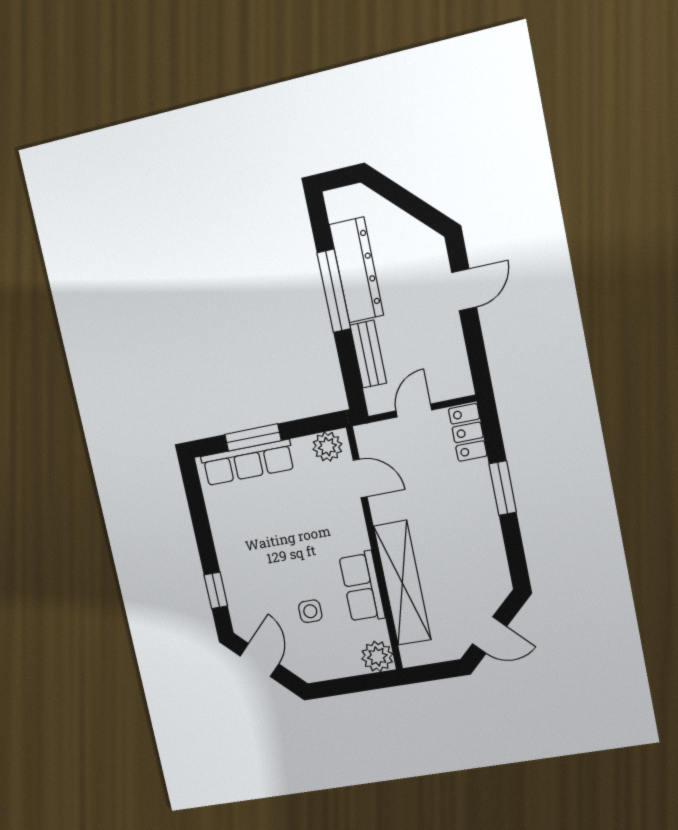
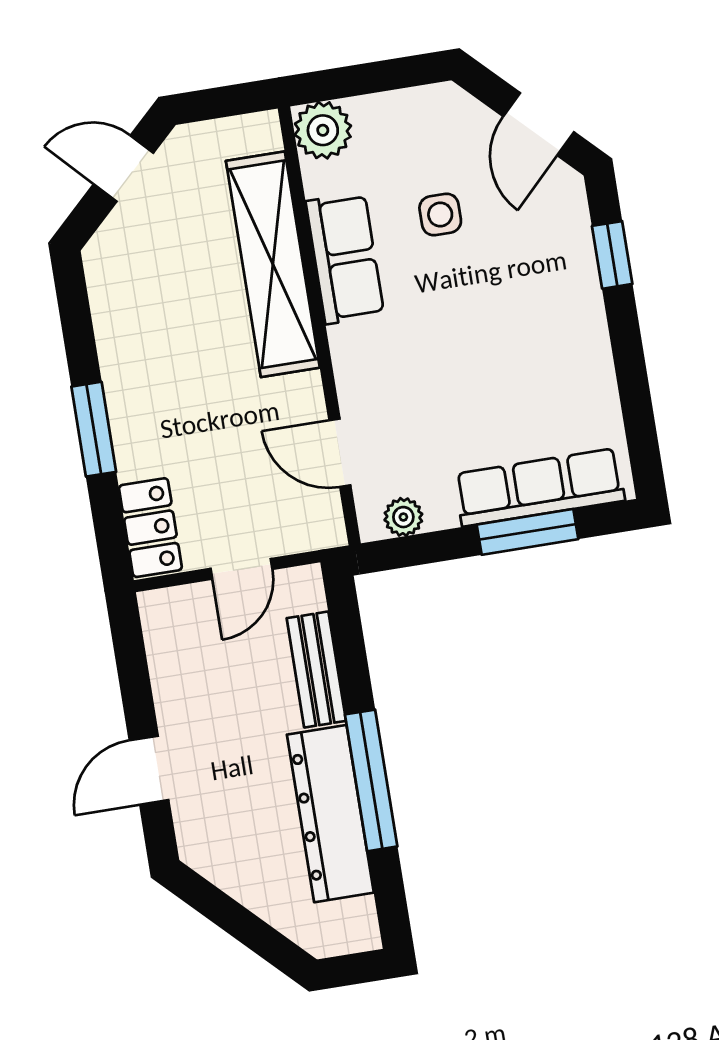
plant: (327, 447) -> (403, 517), width x0.73, depth x0.73

